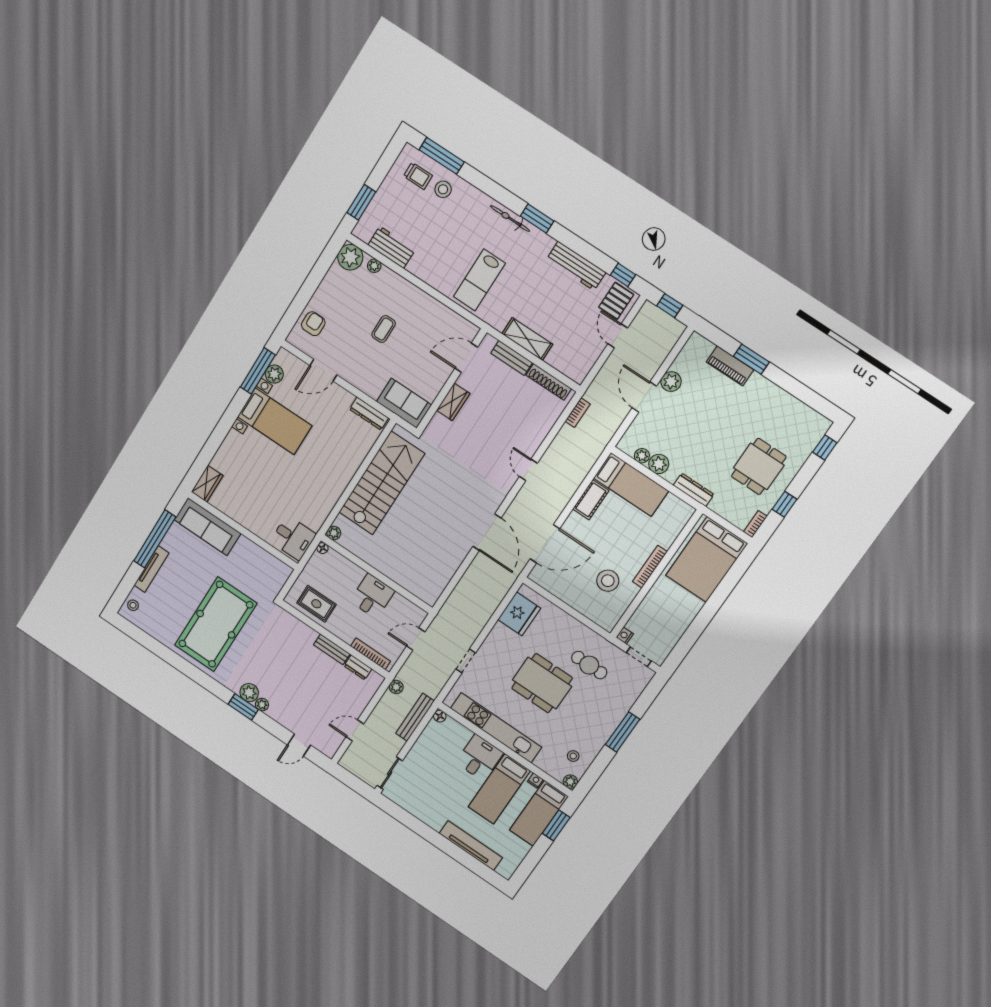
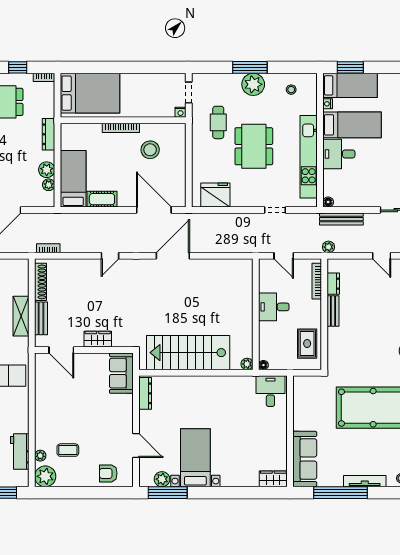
coffee table: (384, 329) -> (68, 450), moved
plant: (570, 782) -> (253, 84), moved, width x1.88, depth x1.88

